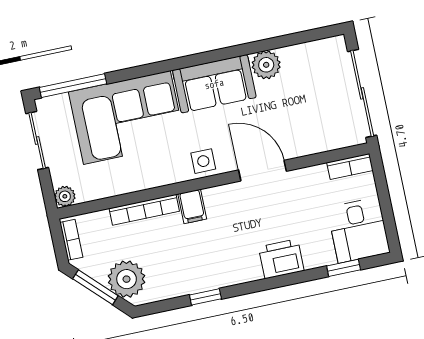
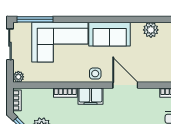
plant: (266, 65) -> (151, 30), moved
filing cabinet: (192, 206) -> (91, 96), width x2.00
bookcase: (144, 210) -> (65, 93), width x0.64

